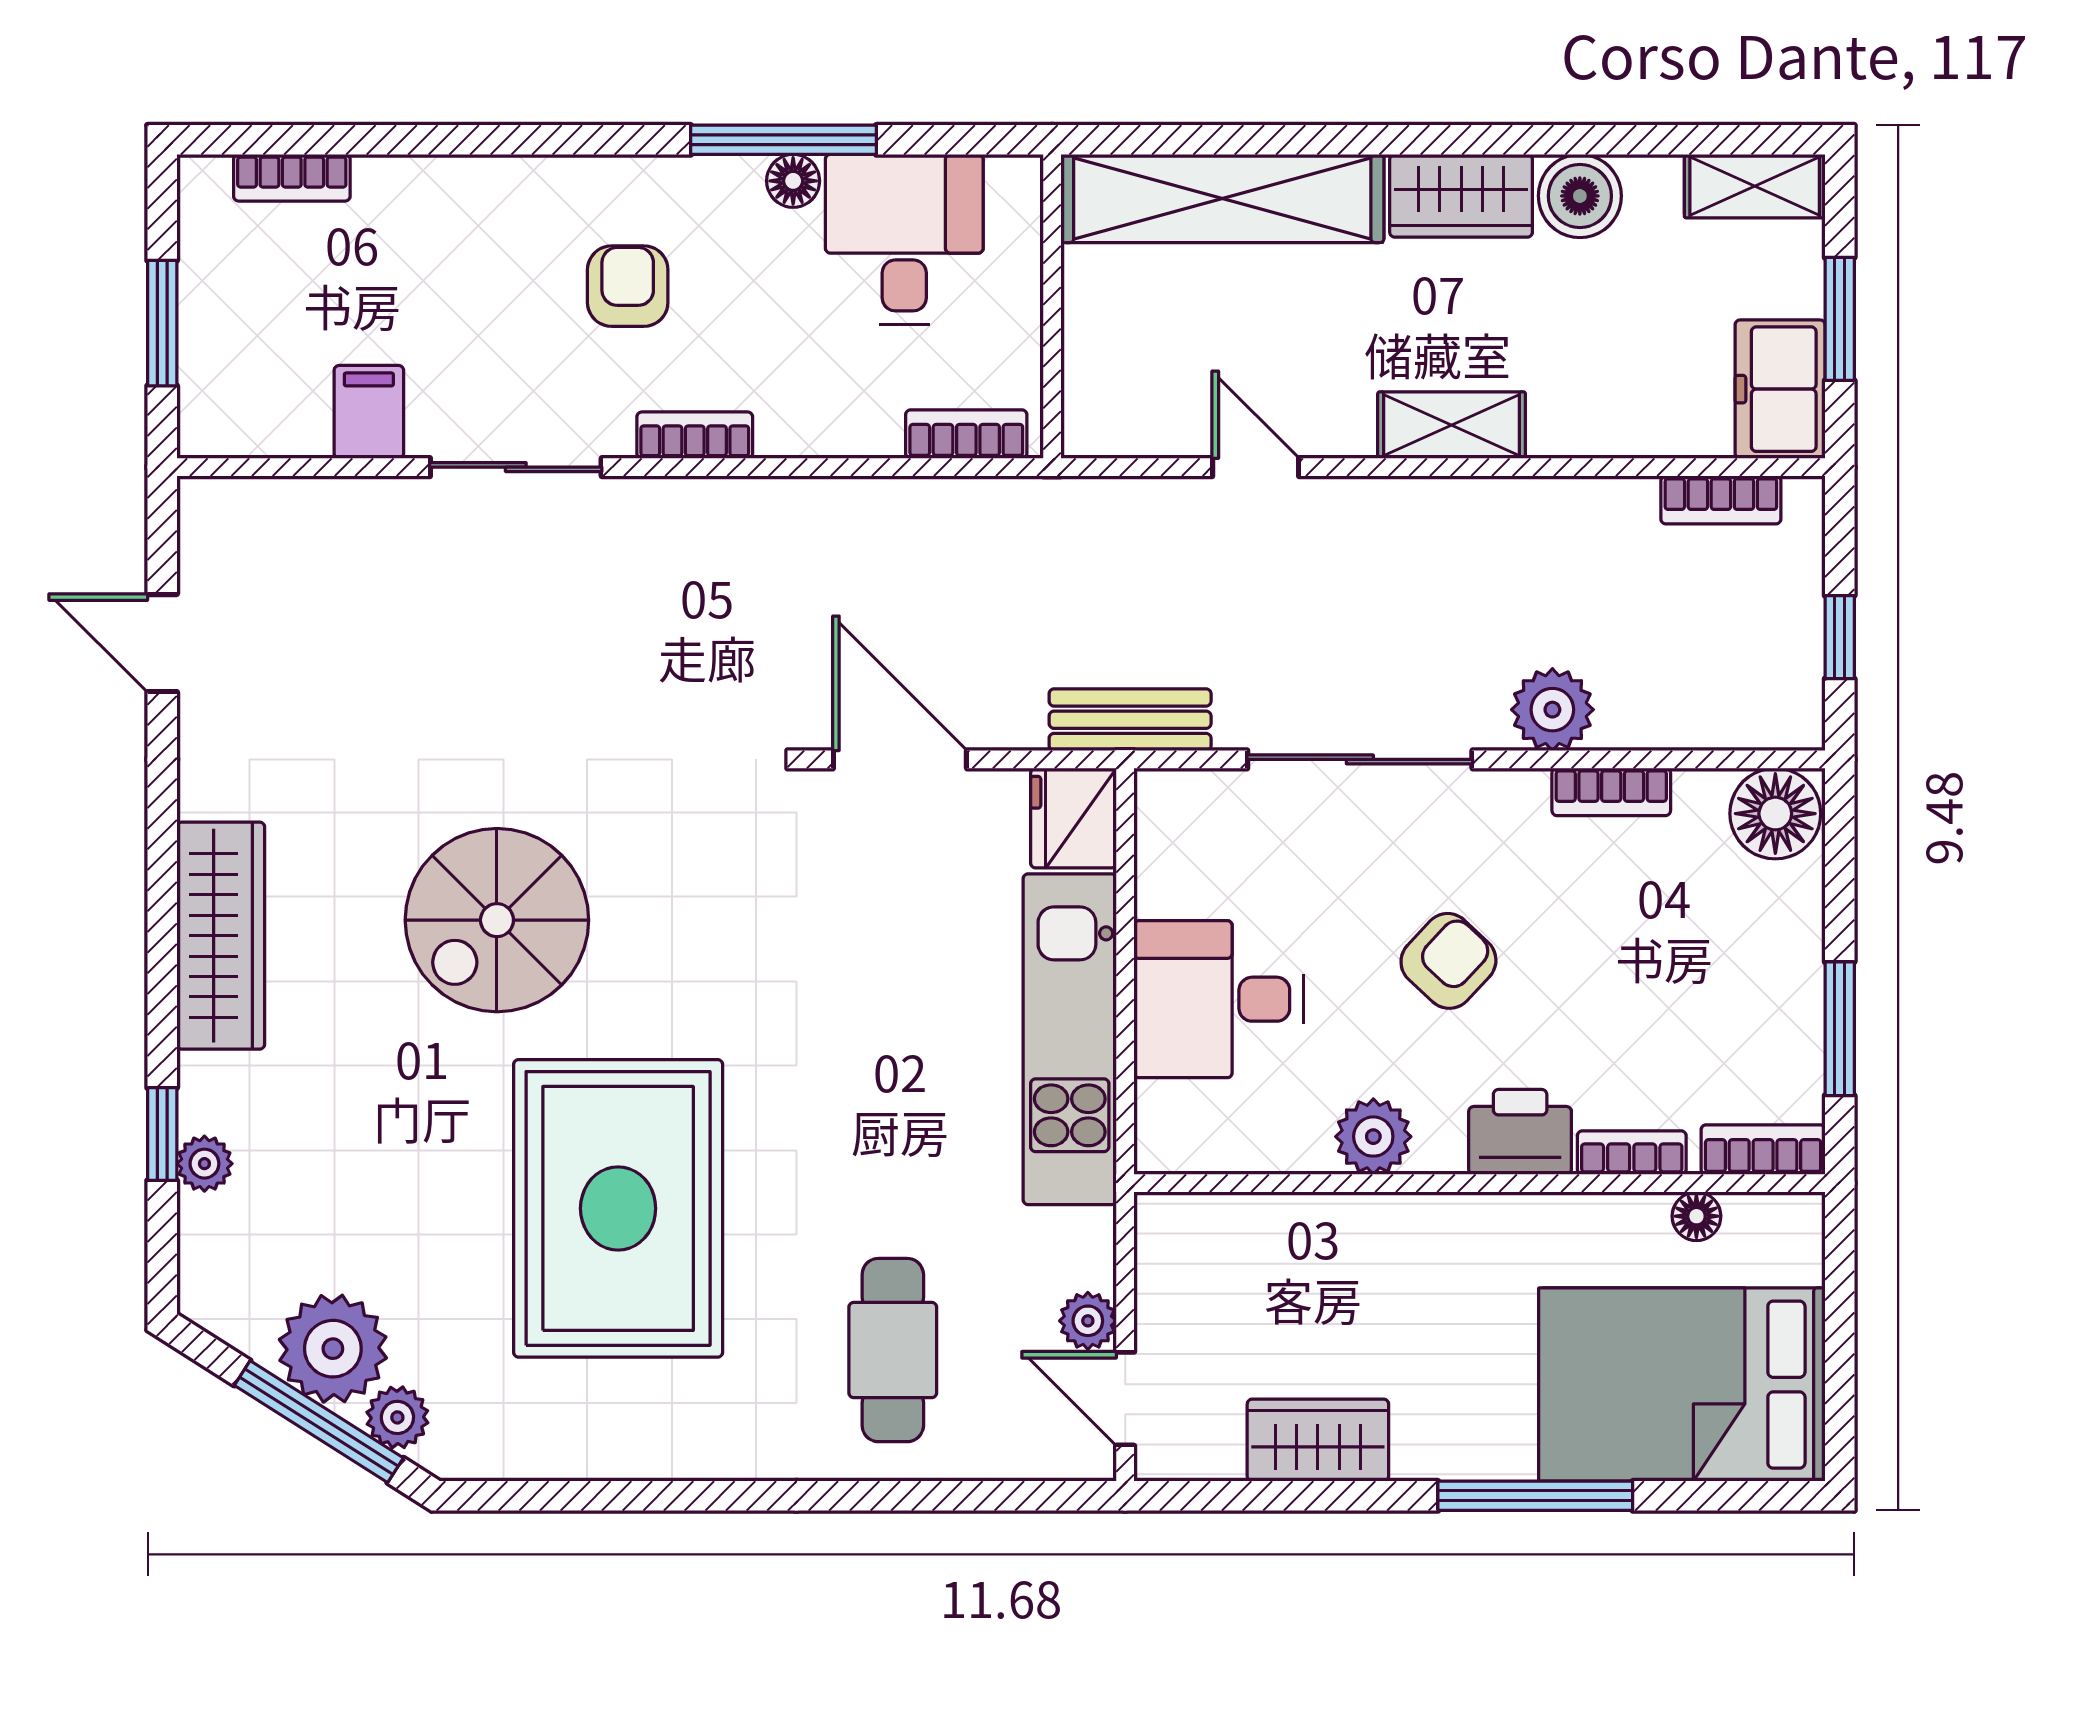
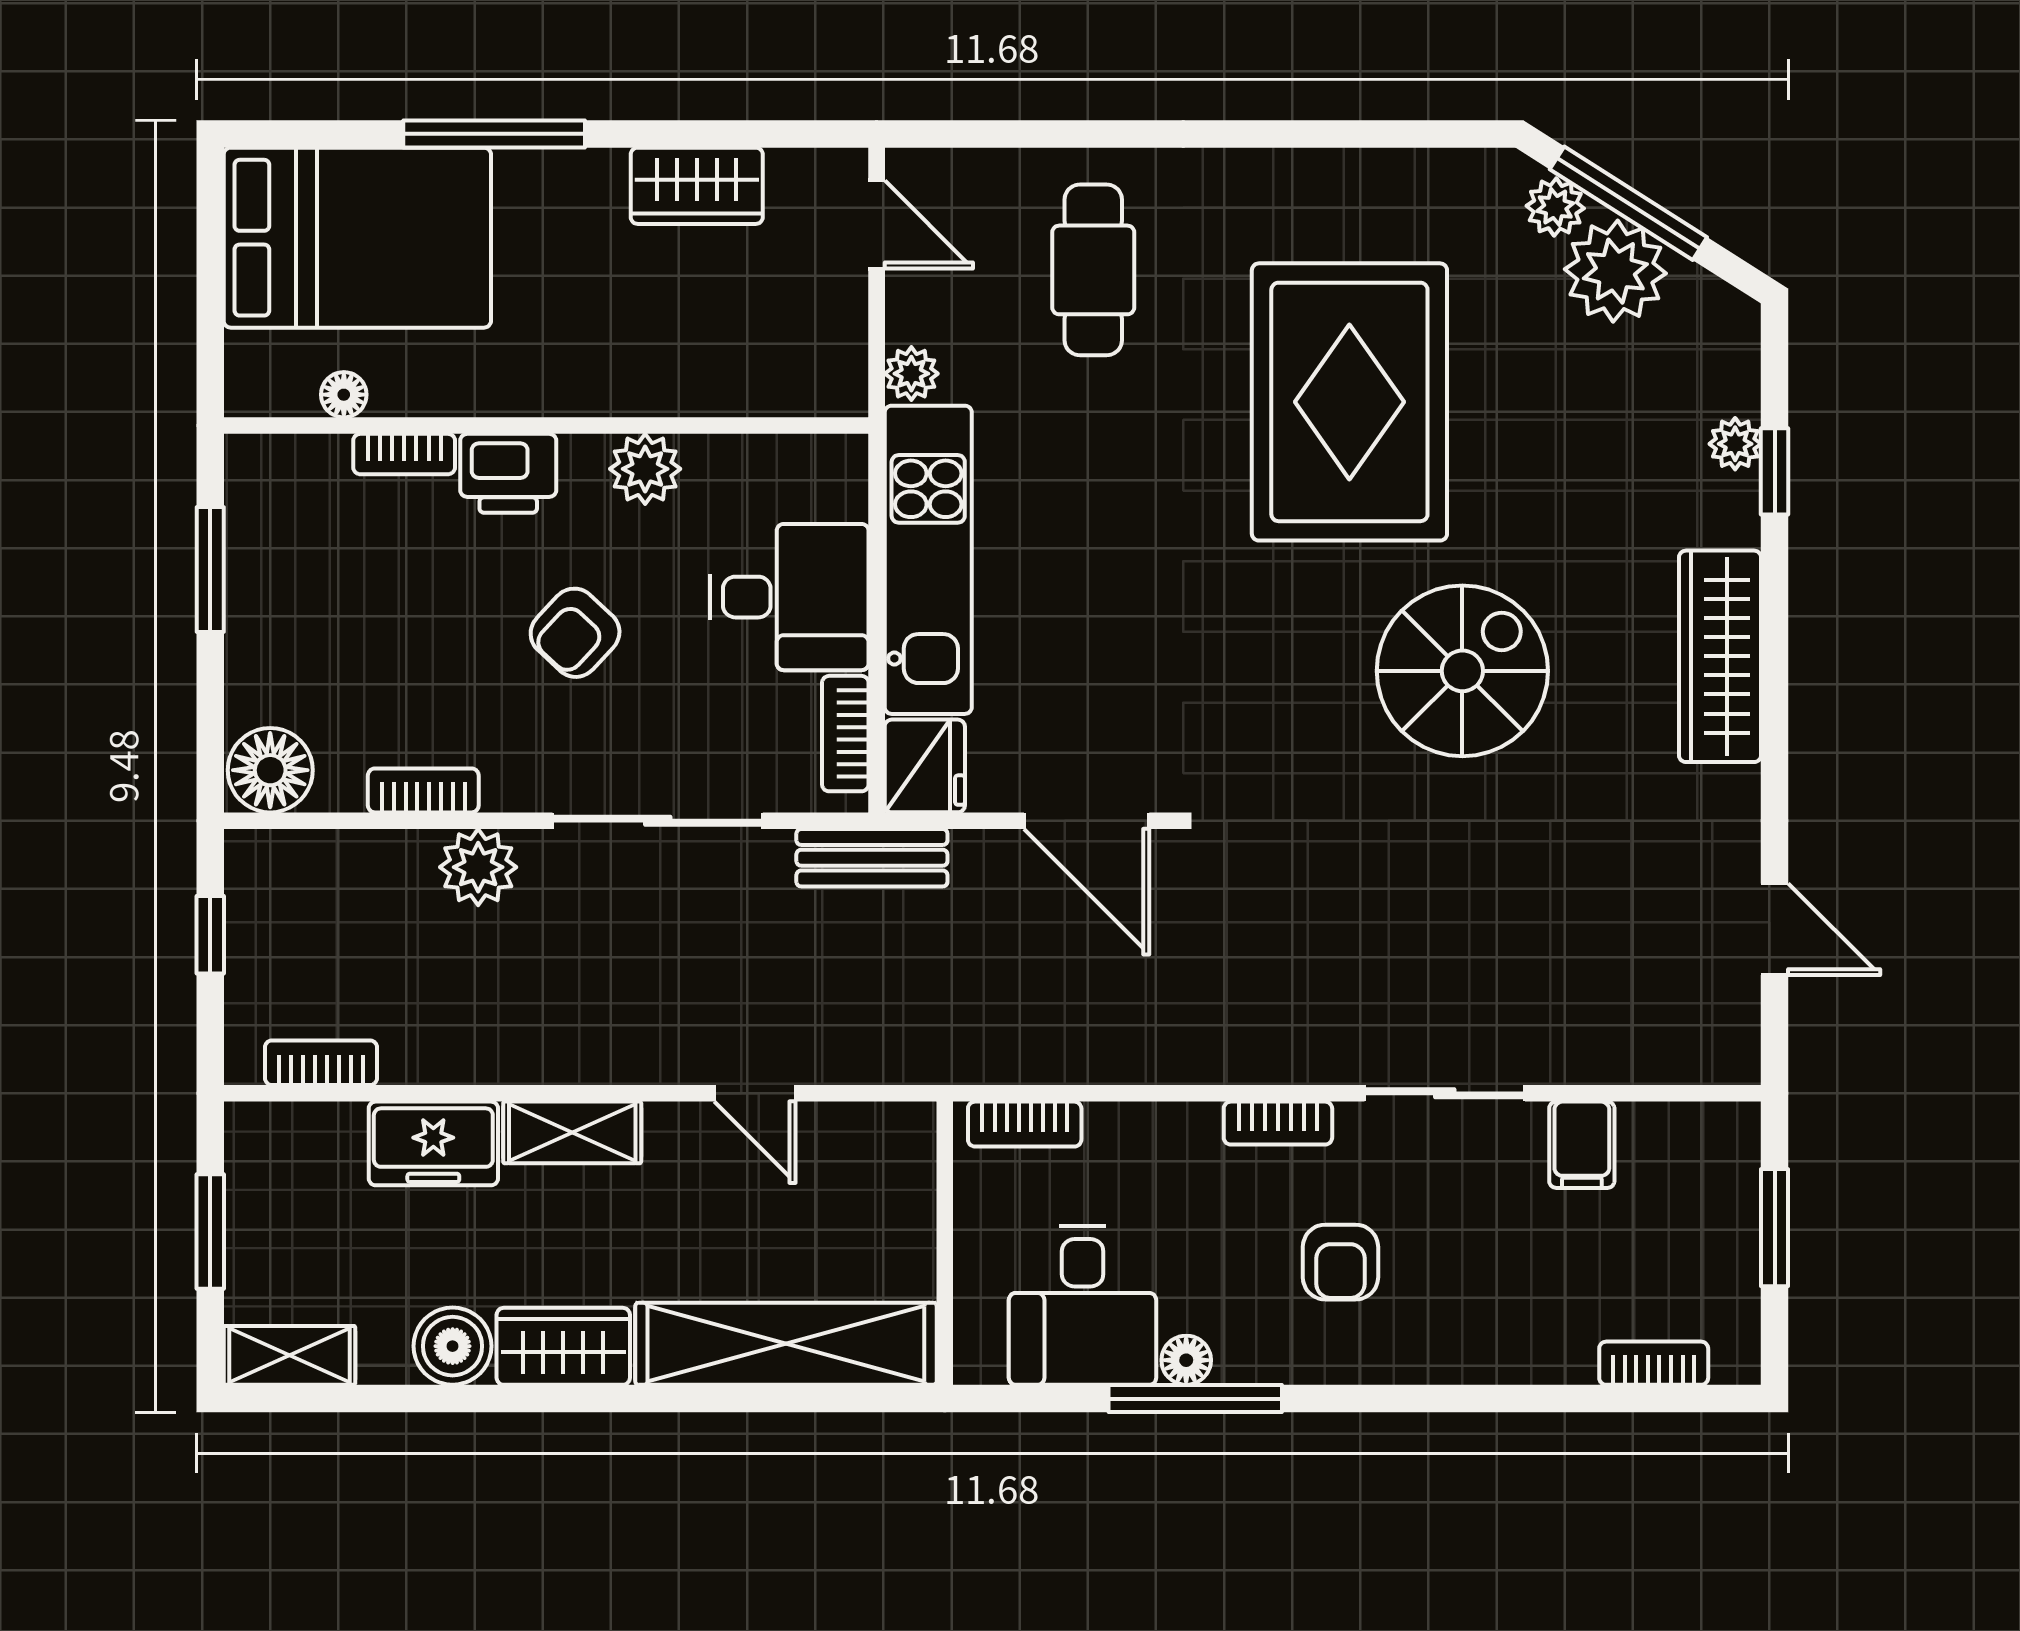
freezer: (1780, 389) -> (433, 1143), moved, turned 90
bookcase: (1763, 1150) -> (845, 734), moved, turned 90
plant: (1088, 1321) -> (911, 374), moved

